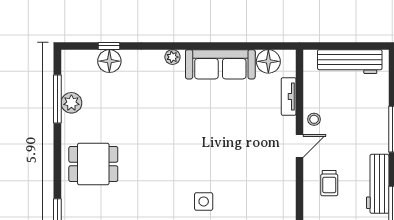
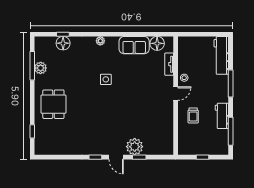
workbench: (350, 62) -> (221, 55), moved, turned 90
sofa: (220, 64) -> (134, 45), width x0.73
dining table: (93, 164) -> (53, 104), turned 90
workbench: (378, 184) -> (222, 116), width x0.73
side table: (204, 201) -> (106, 79), moved

